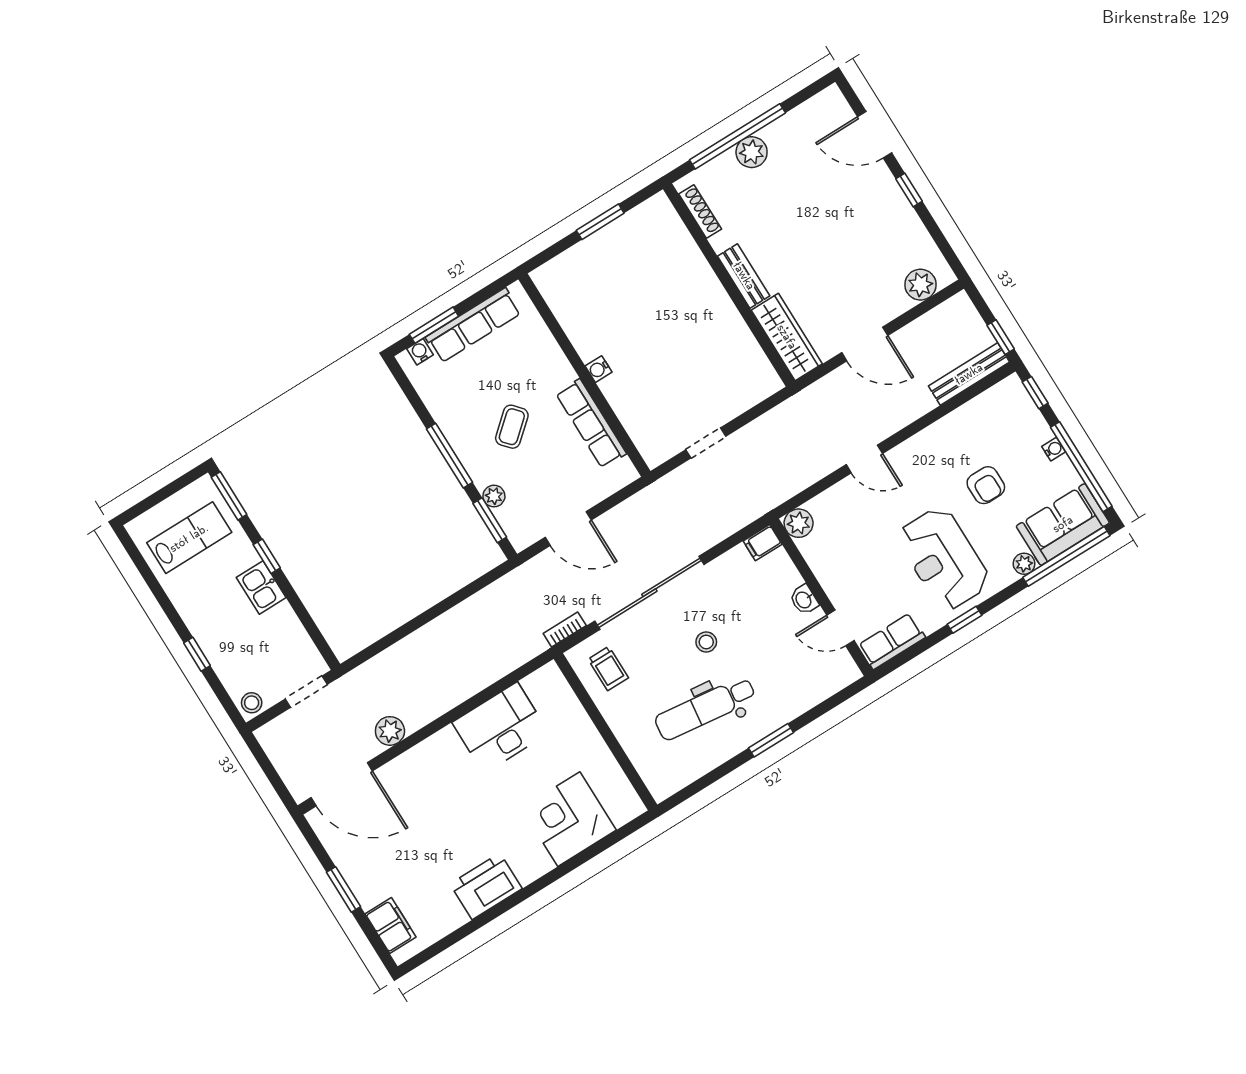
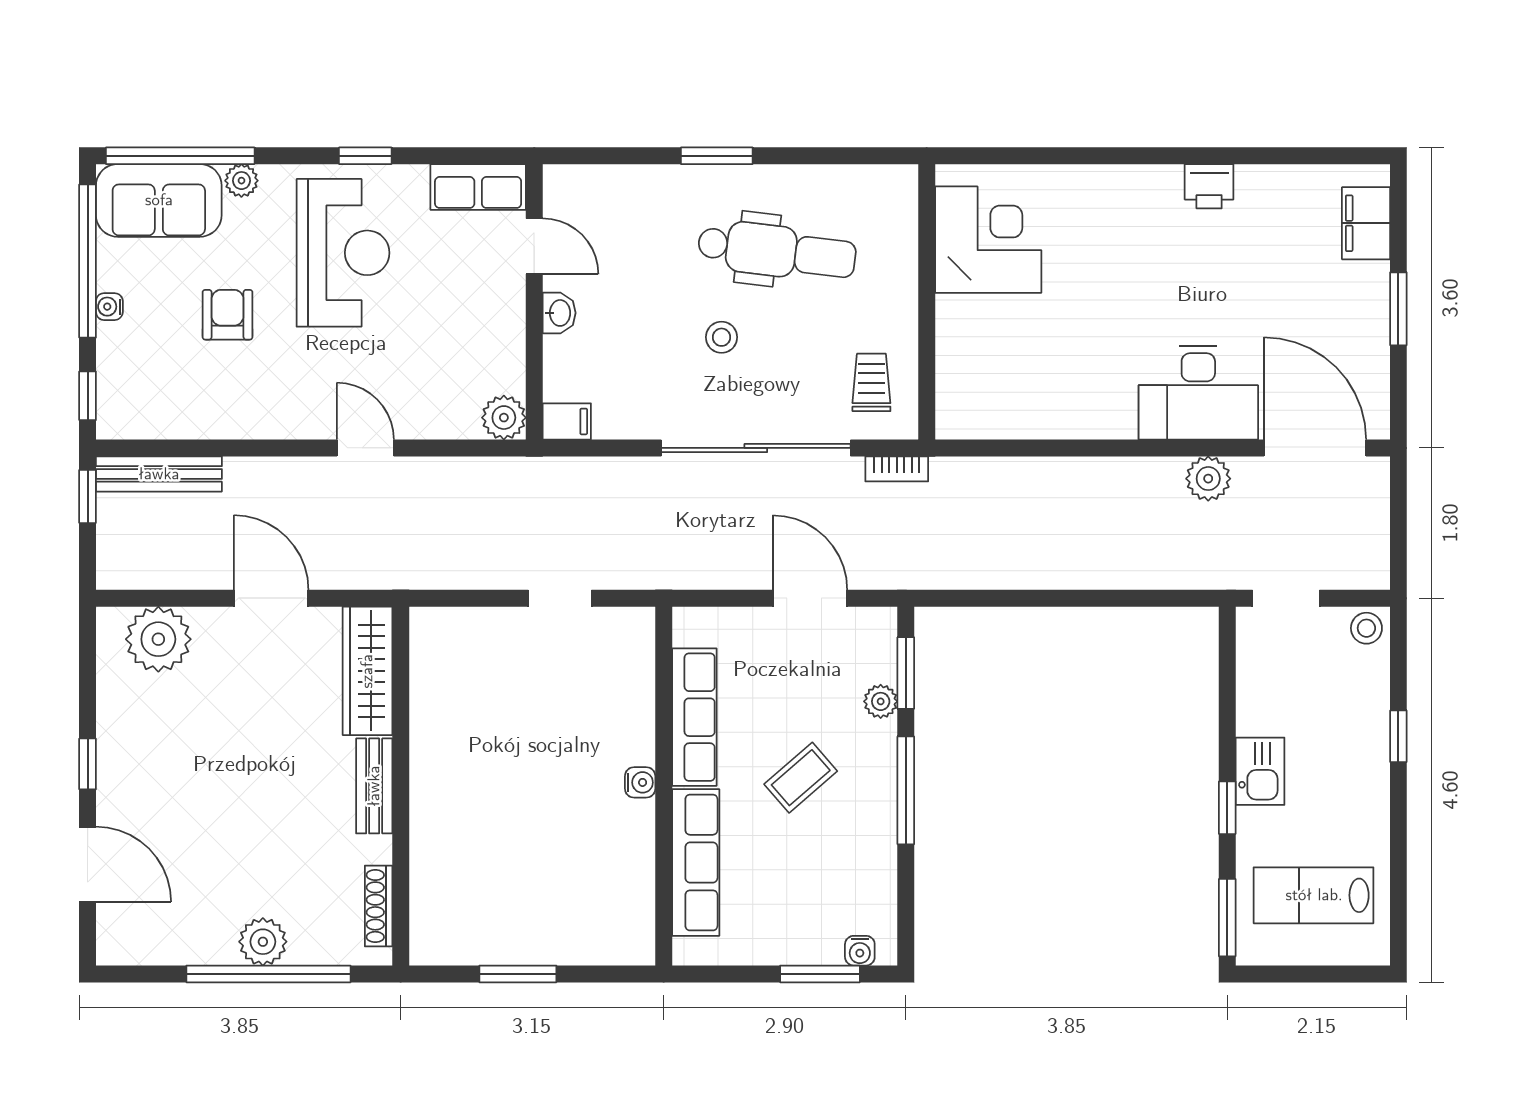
plant: (921, 285) -> (158, 639), width x1.36, depth x1.36
row of seats: (473, 325) -> (696, 863), moved, turned 90
desk: (501, 728) -> (1198, 393), moved
corner desk: (569, 819) -> (988, 240), moved, turned -90
printer: (486, 886) -> (1209, 186), width x0.53, depth x0.68

